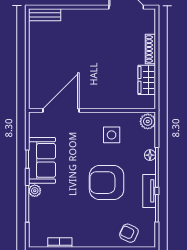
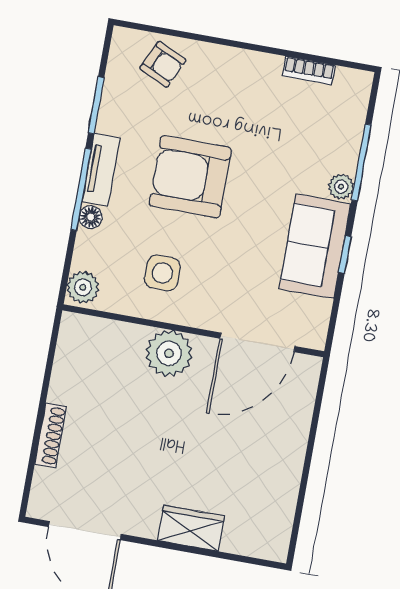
bench: (45, 15) -> (256, 545), removed
wardrobe: (147, 80) -> (191, 528), moved, turned -90
plant: (102, 98) -> (169, 353), added
armchair: (107, 183) -> (190, 177), turned 180
tv unit: (149, 191) -> (101, 170), moved

